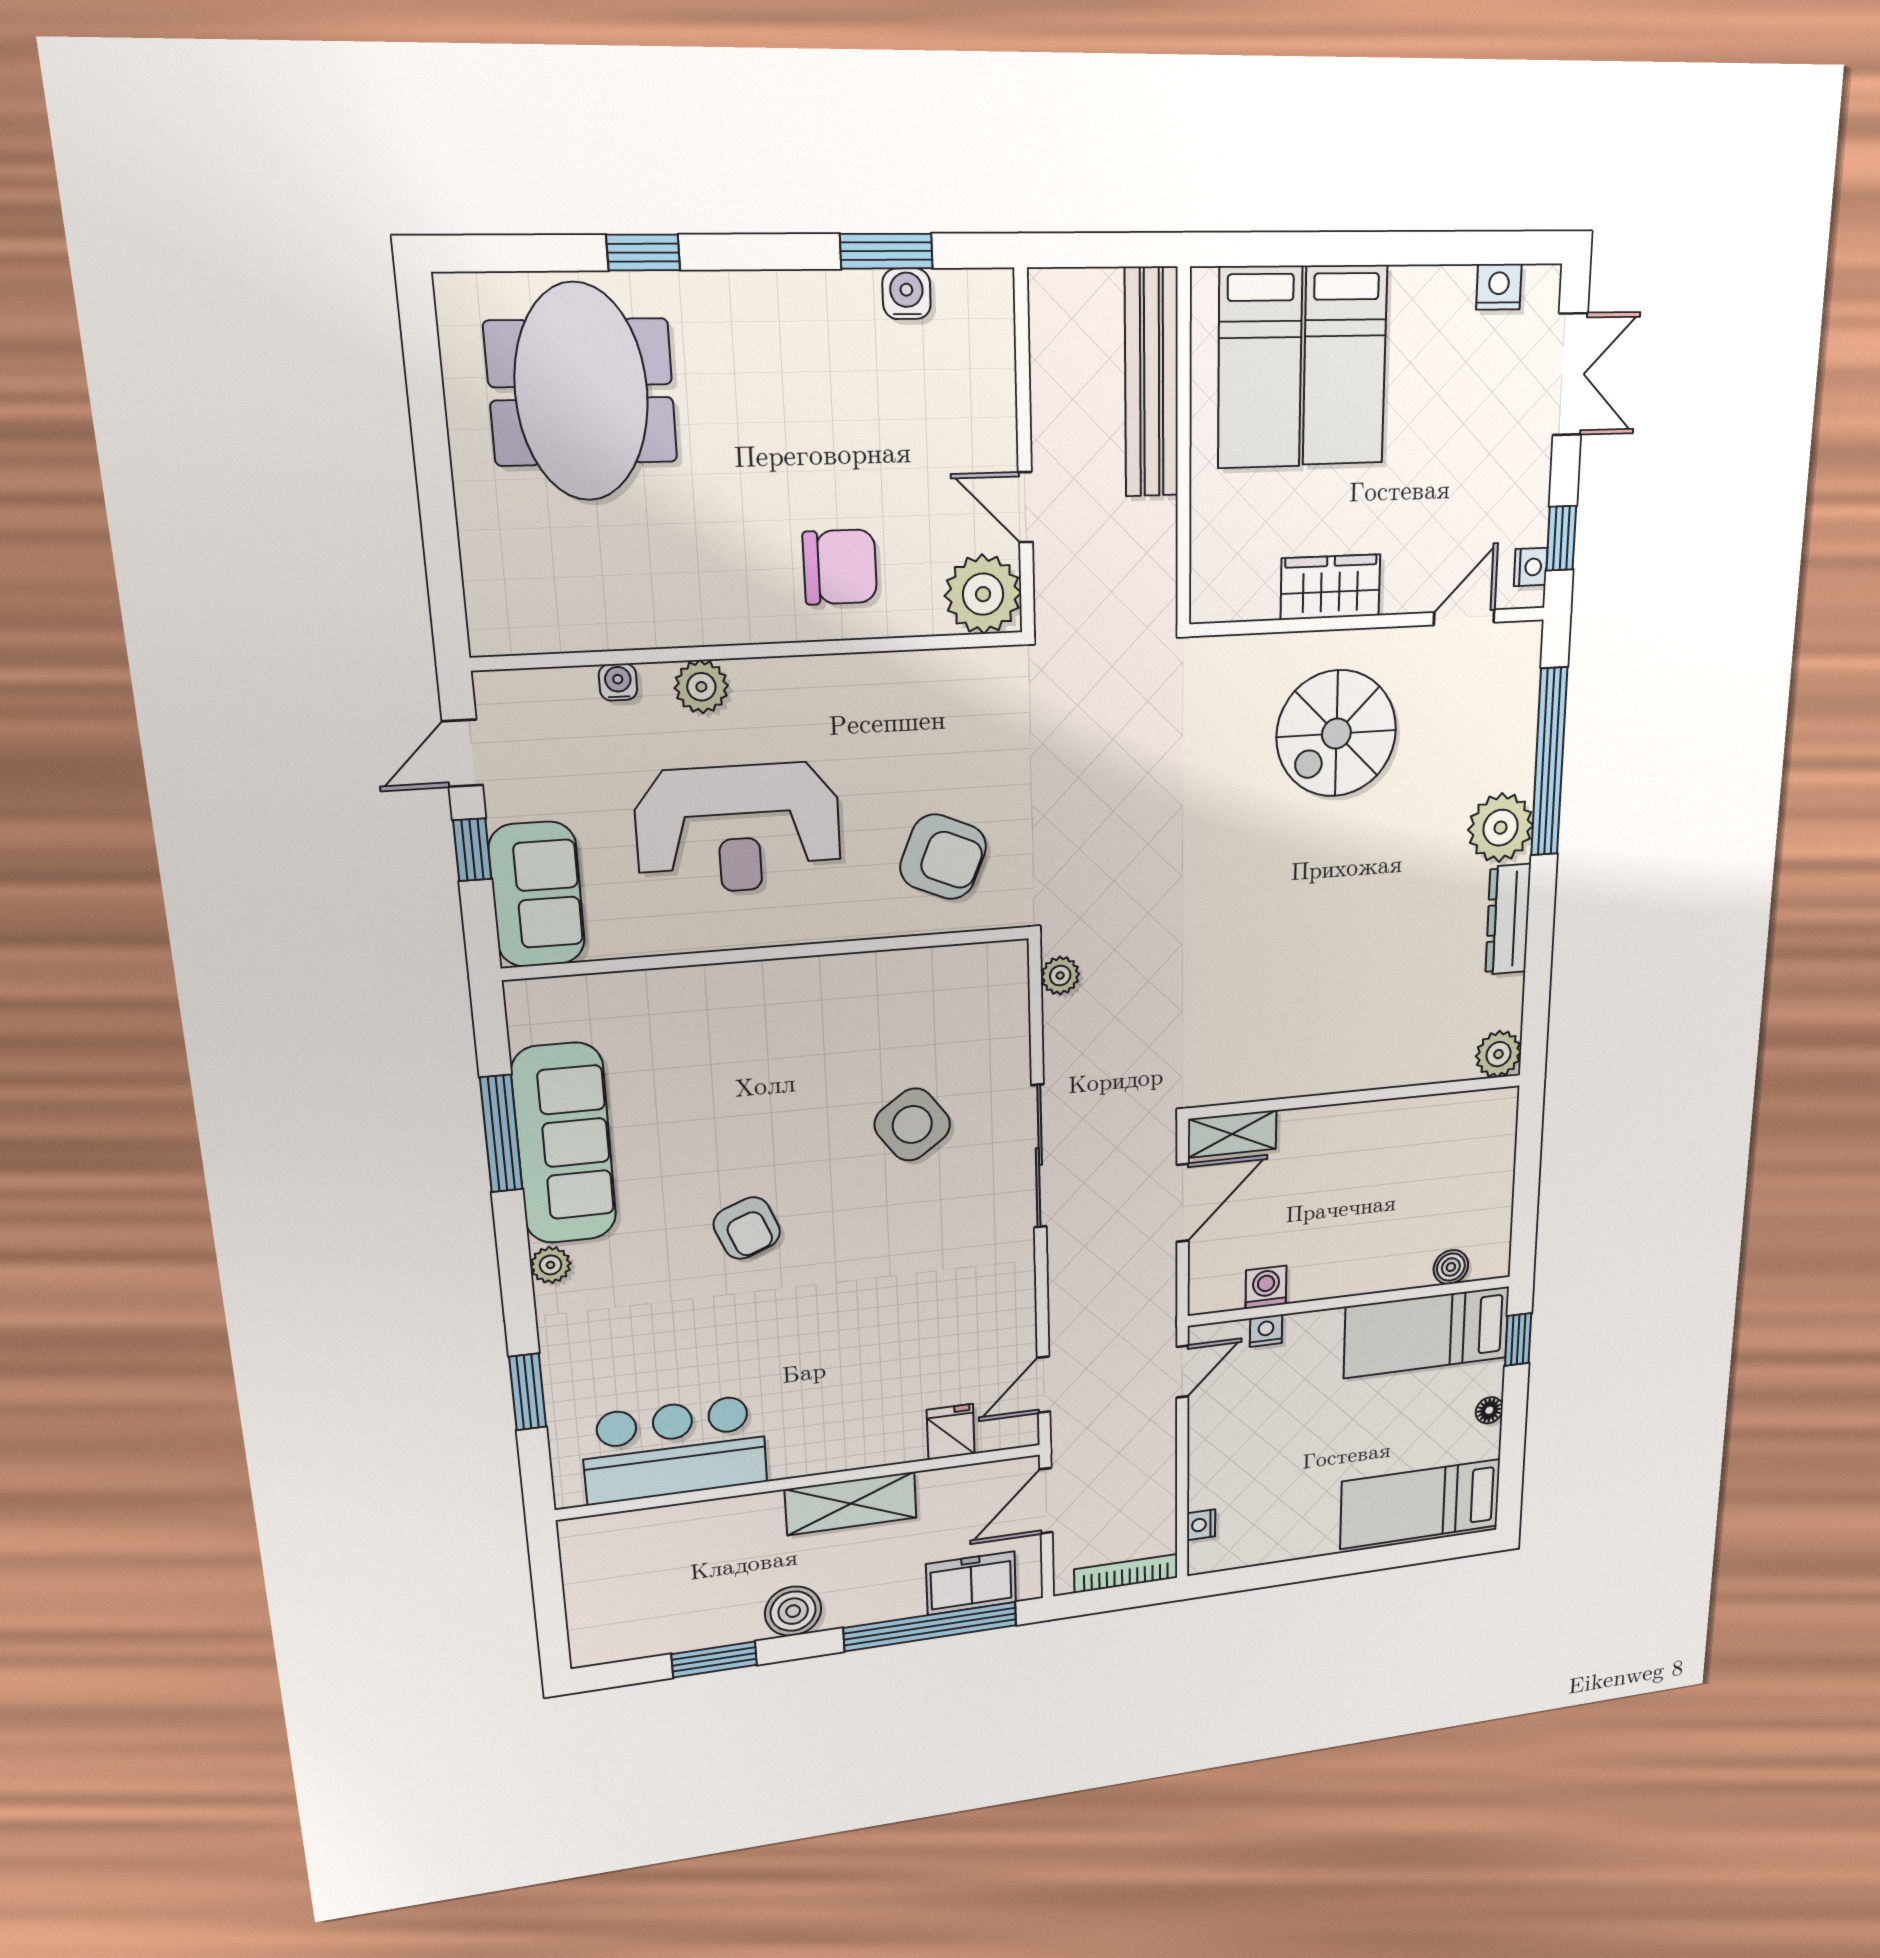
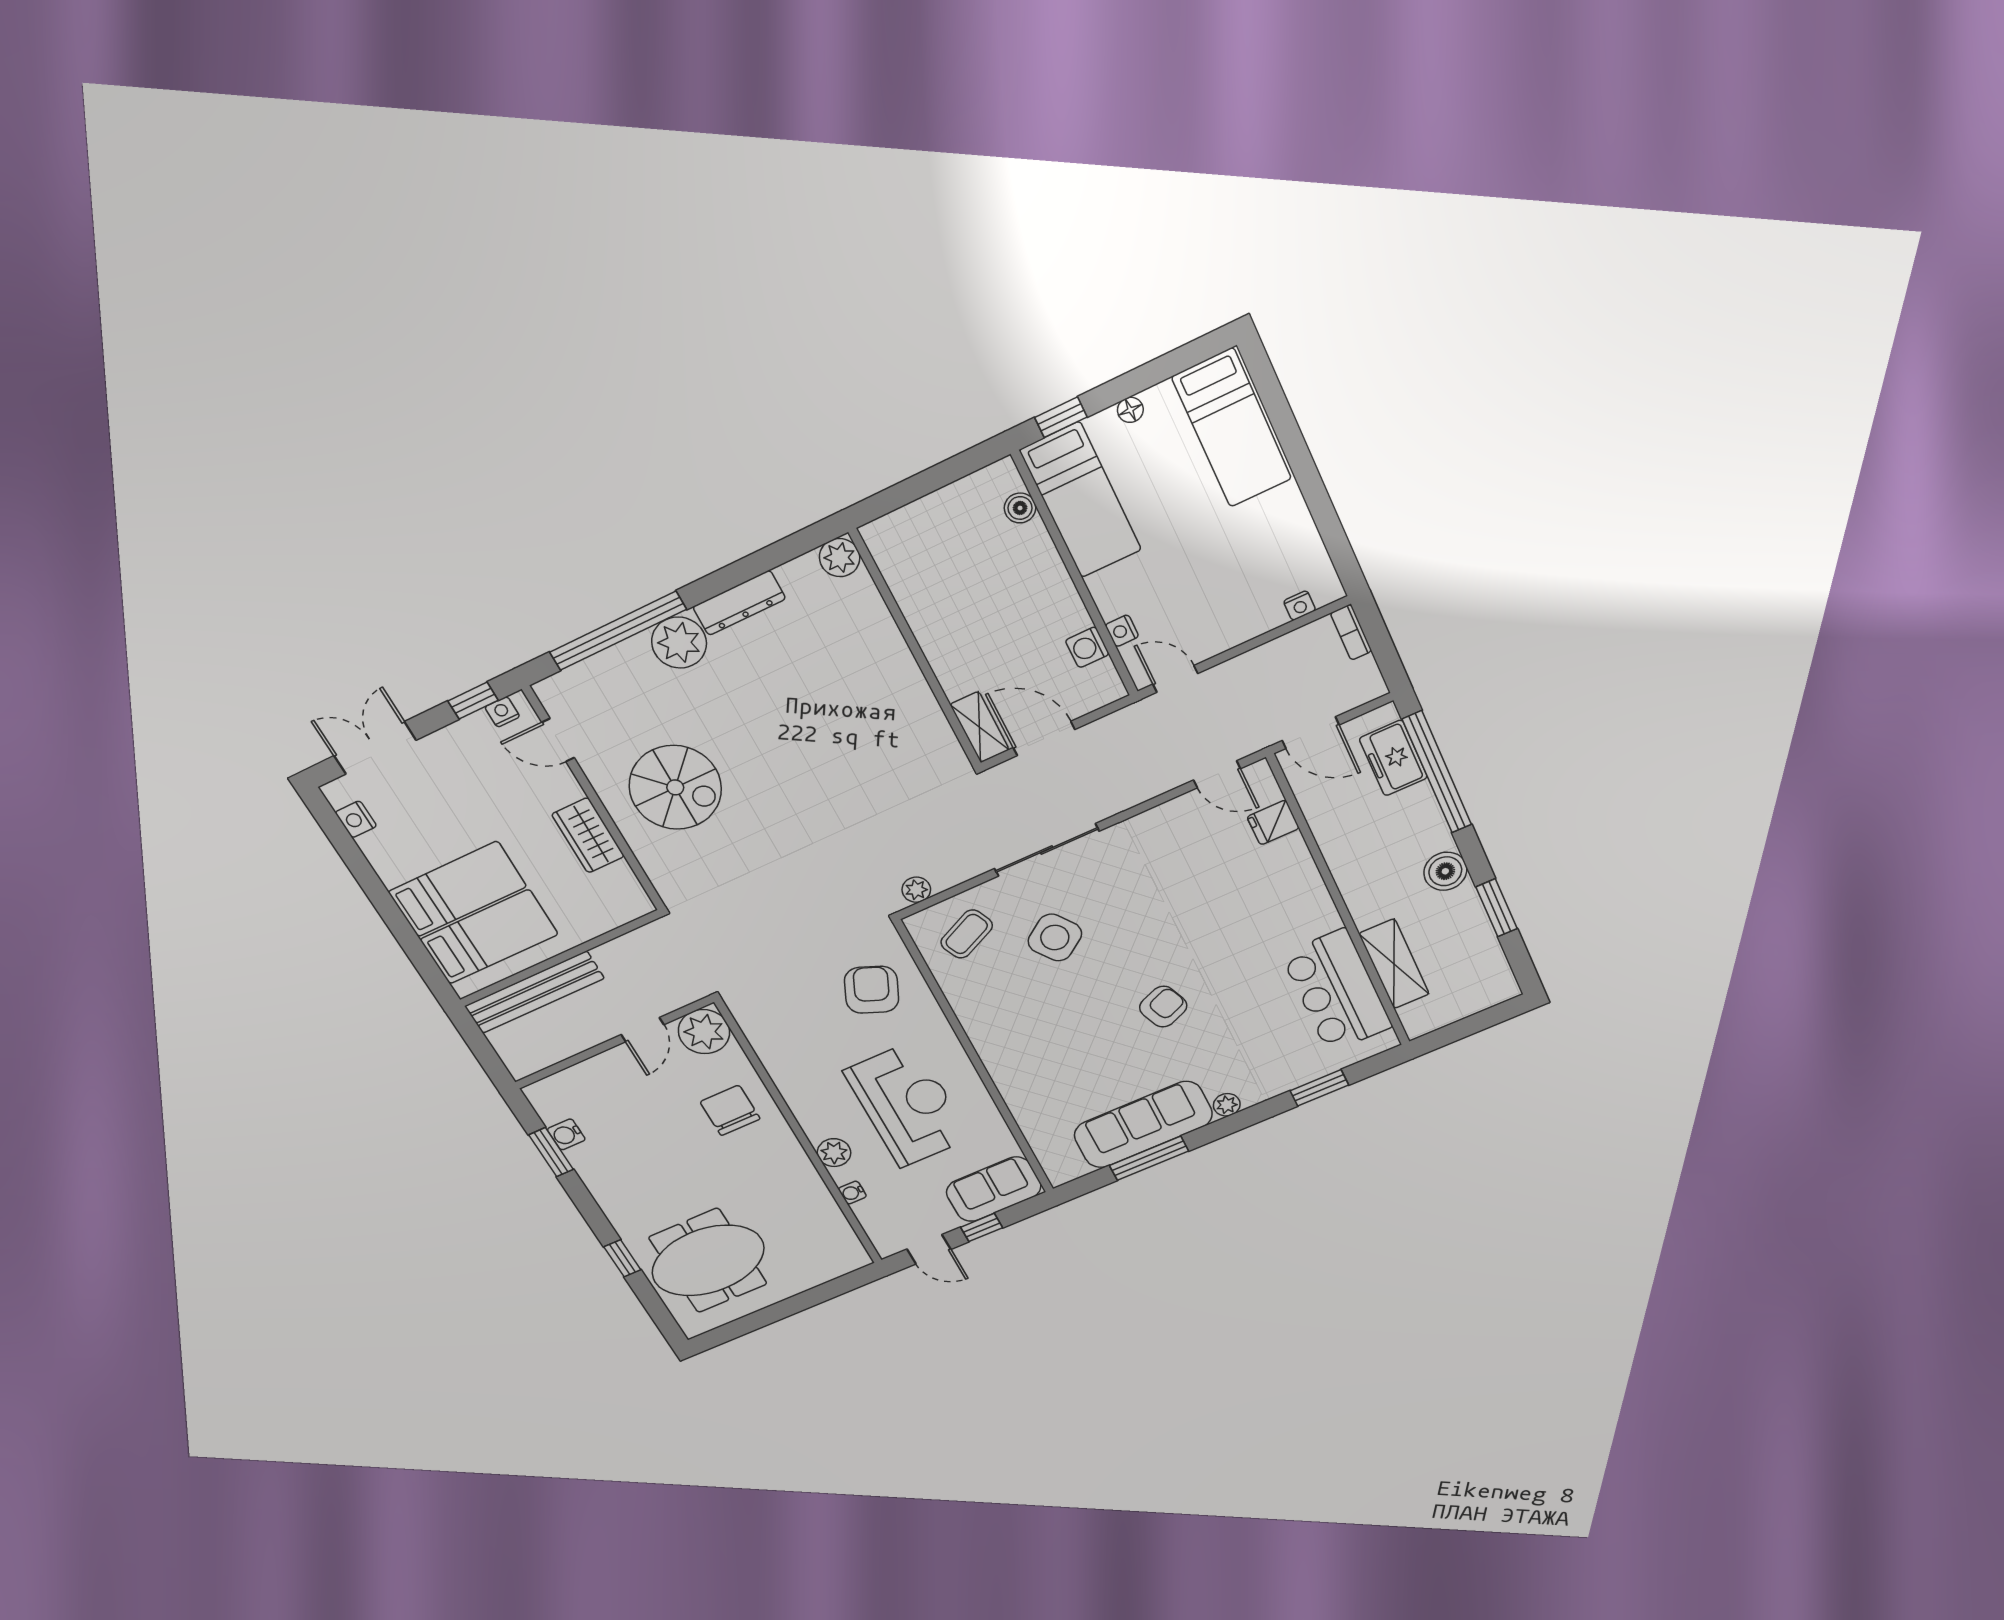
coffee table: (968, 1015) -> (967, 934), added
shelving: (851, 1504) -> (1394, 964), moved
bookcase: (1126, 1573) -> (1351, 632), width x0.64

